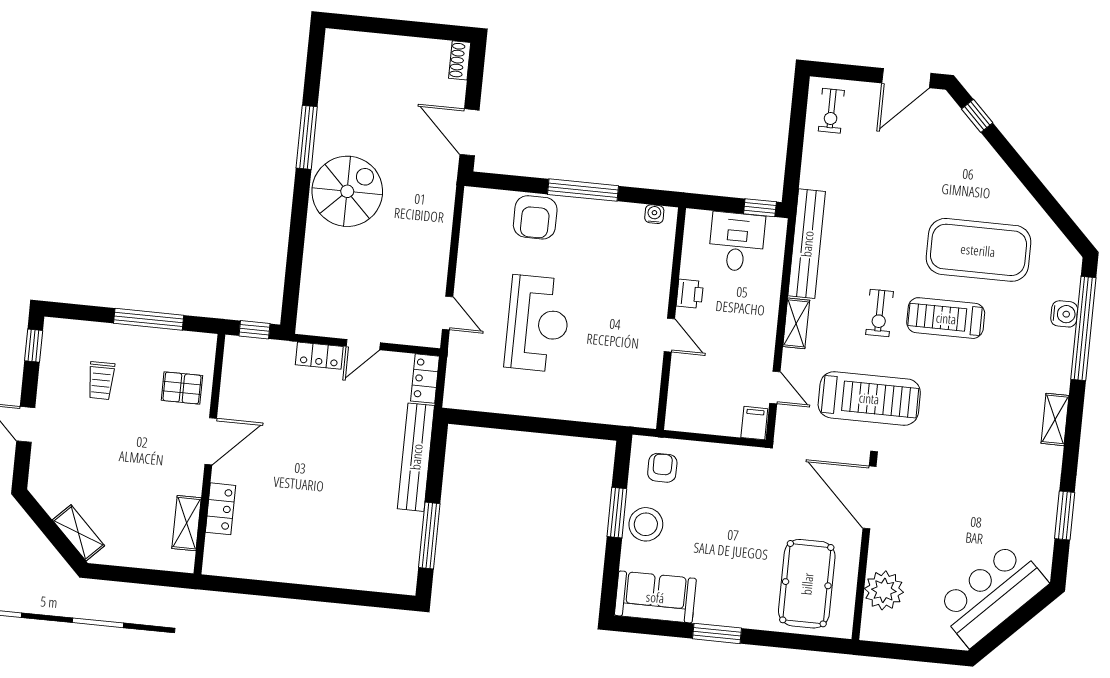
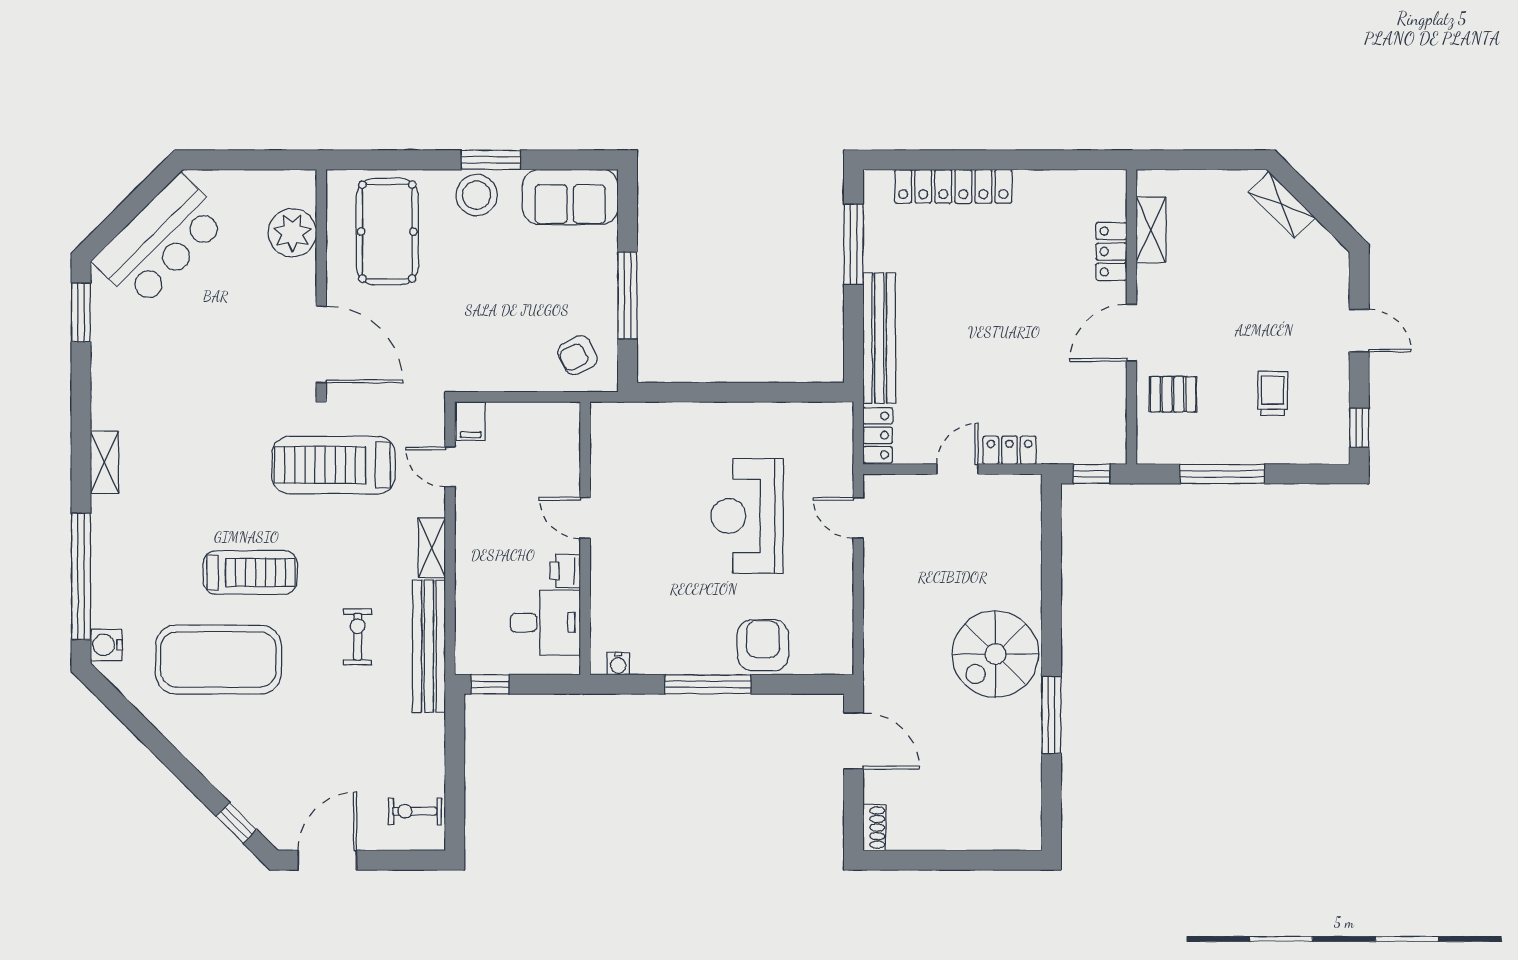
exercise bike: (831, 111) -> (415, 811), turned -90
desk: (737, 242) -> (545, 623), moved, turned -90
exercise bike: (880, 313) -> (358, 637), moved
water cooler: (1064, 314) -> (106, 645), moved
armchair: (662, 468) -> (577, 355), turned 63
window: (617, 513) -> (627, 295), width x1.44
window: (1065, 515) -> (81, 312), moved
stool: (646, 524) -> (477, 195), moved
locker: (344, 575) -> (953, 186), added

